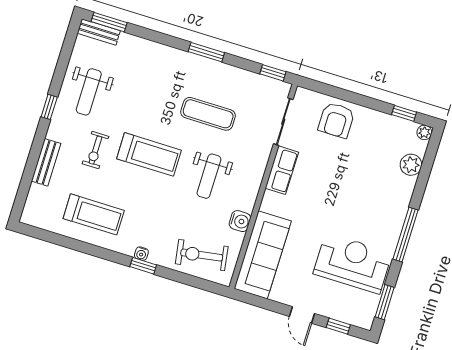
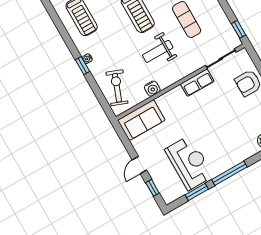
exercise bike: (202, 255) -> (117, 88), turned 30
sofa: (263, 255) -> (141, 120), width x0.73
window: (385, 302) -> (197, 192), moved

